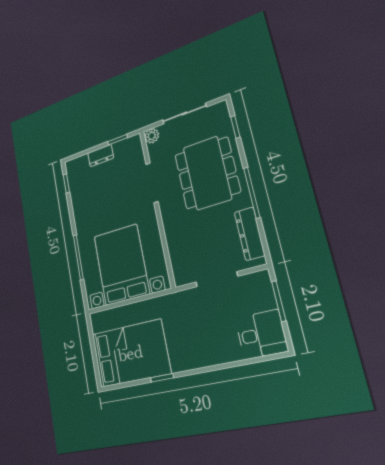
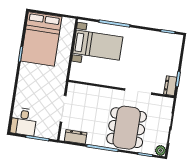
plant: (152, 136) -> (161, 150), moved
dresser: (101, 156) -> (170, 86), moved
dining table: (207, 173) -> (127, 128), turned 90
dresser: (250, 234) -> (76, 137), width x0.70
bed with nightstands: (121, 265) -> (98, 45), width x0.73

